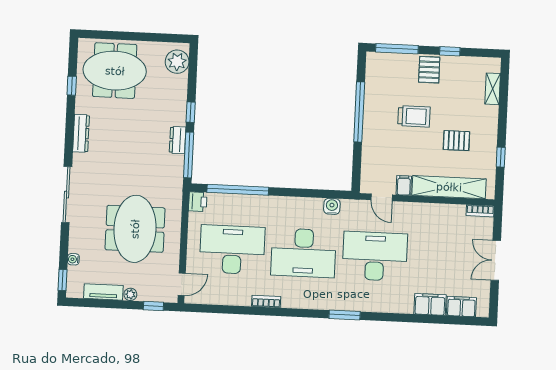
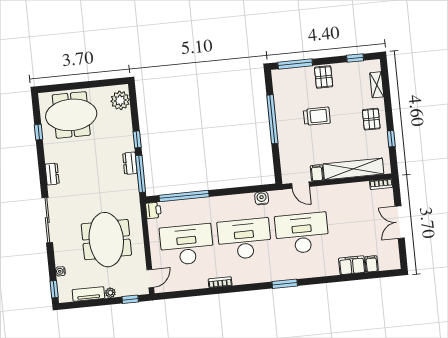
window: (450, 51) -> (355, 58), moved
dresser: (81, 133) -> (52, 174), width x0.70
pallet: (456, 141) -> (371, 119), moved, turned 90
desk: (303, 253) -> (244, 239), turned 180
filing cabinet: (461, 307) -> (372, 264), width x0.50

